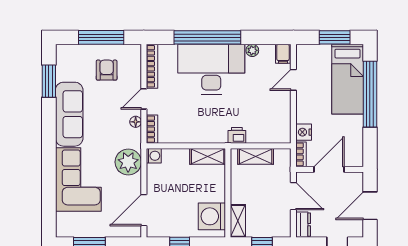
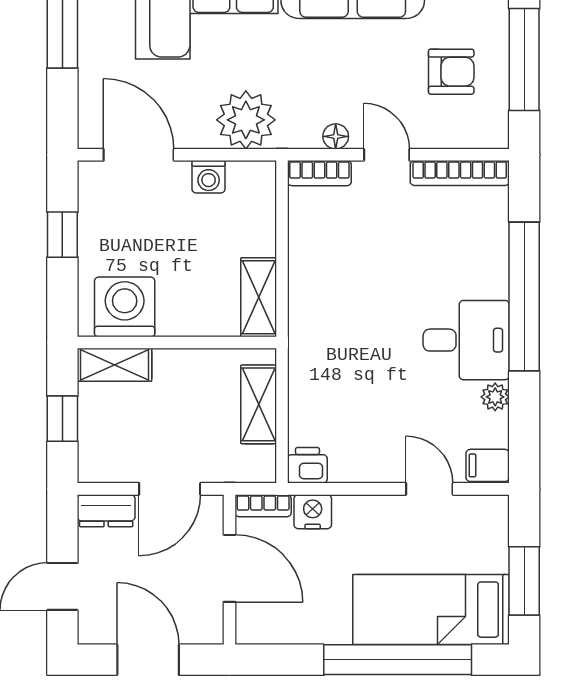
desk: (211, 69) -> (466, 340), width x0.53, depth x0.77
printer: (237, 135) -> (307, 465), moved, turned -90
washing machine: (154, 156) -> (209, 177), moved

